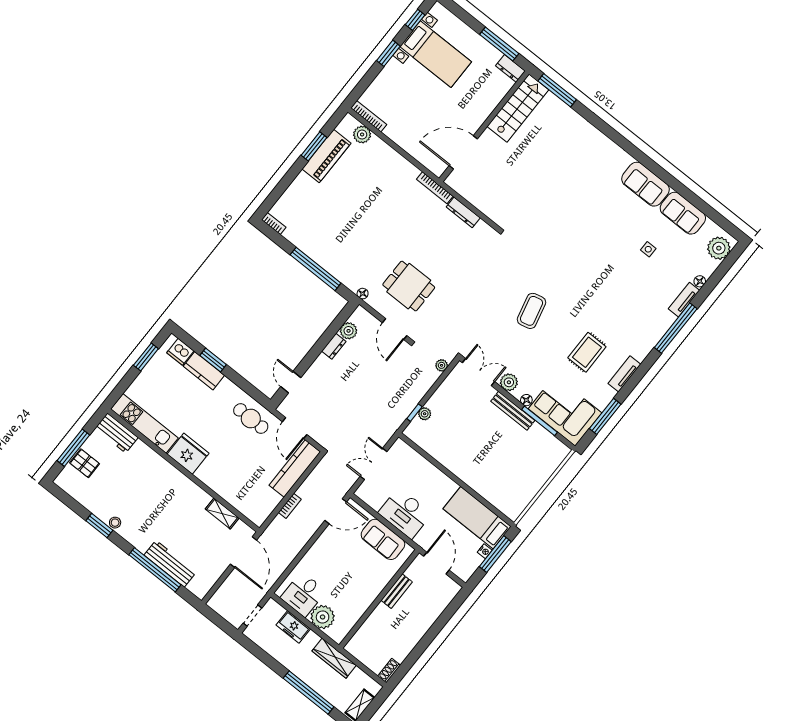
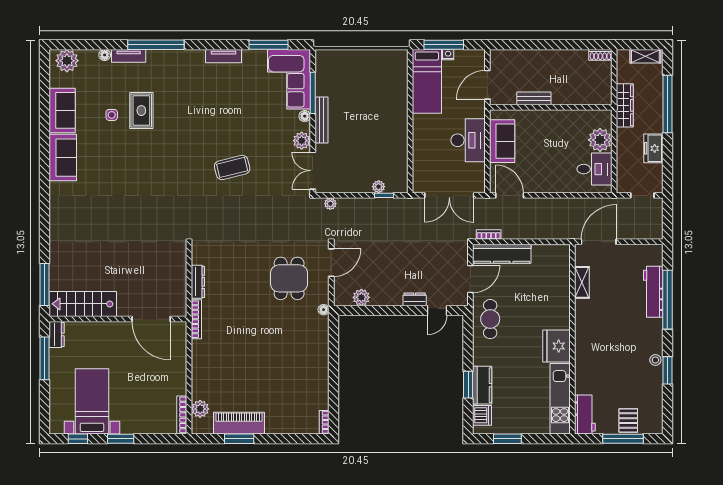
window: (316, 269) -> (334, 362), removed
dresser: (334, 346) -> (415, 299), moved
rug: (587, 352) -> (141, 111), moved, turned 90
double door: (374, 464) -> (449, 195), width x1.37
bookcase: (290, 506) -> (489, 234), moved
freezer: (293, 627) -> (653, 148), moved, turned 180

